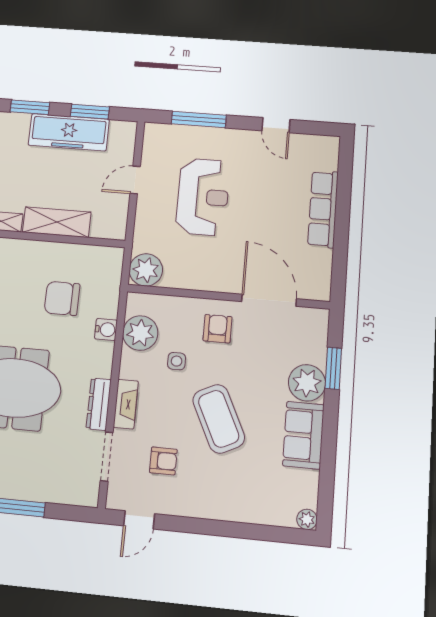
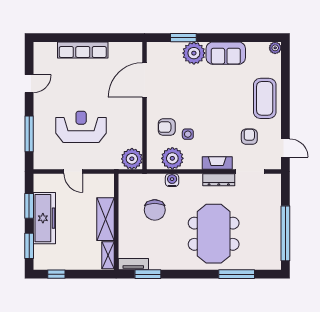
armchair: (218, 329) -> (167, 127), moved
coffee table: (219, 419) -> (265, 98), moved, turned -64

